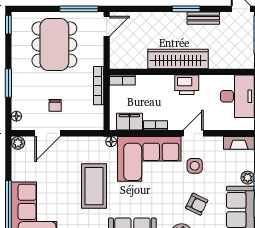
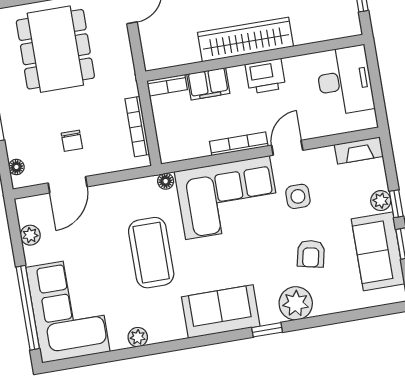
bookcase: (99, 86) -> (137, 127), moved
filing cabinet: (129, 122) -> (208, 84), moved, turned 180
bookcase: (156, 125) -> (239, 144), width x1.56
plant: (18, 143) -> (30, 235), moved
armchair: (197, 204) -> (311, 254), turned 76

